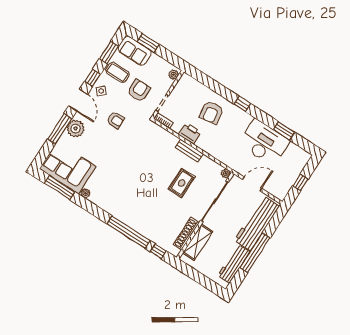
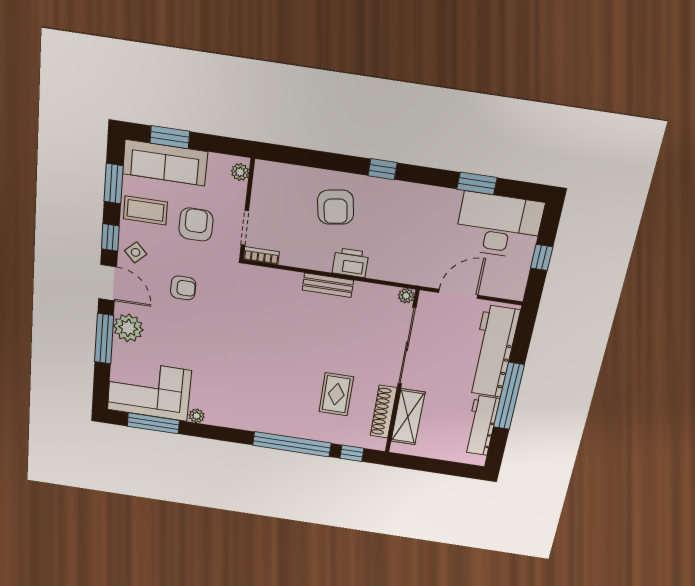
sofa: (135, 51) -> (165, 163), width x1.36
printer: (190, 133) -> (350, 263), moved
desk: (264, 142) -> (499, 226), moved
rug: (182, 183) -> (336, 394), moved

